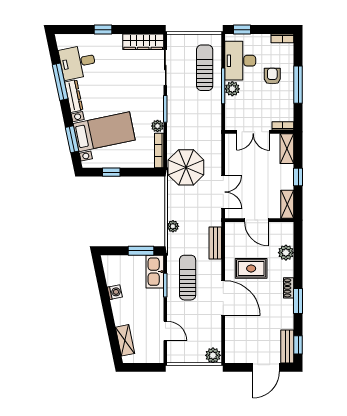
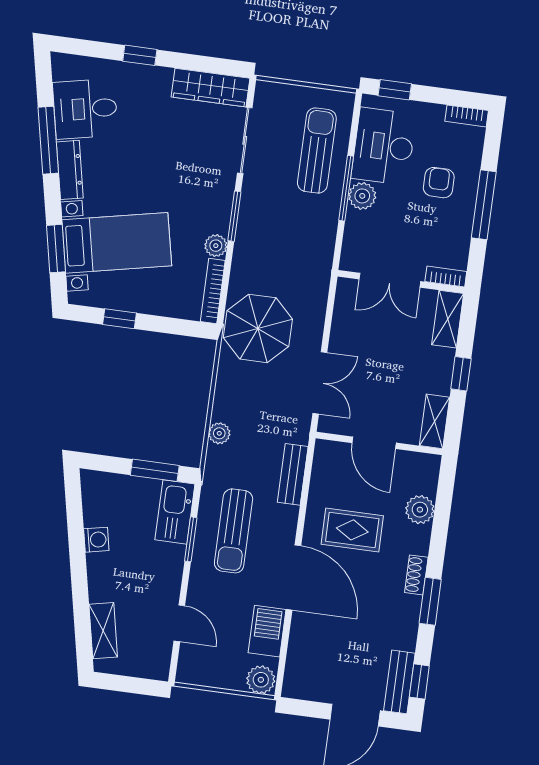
sun lounger: (188, 278) -> (234, 531), turned 180
barbecue: (213, 329) -> (267, 631), added

